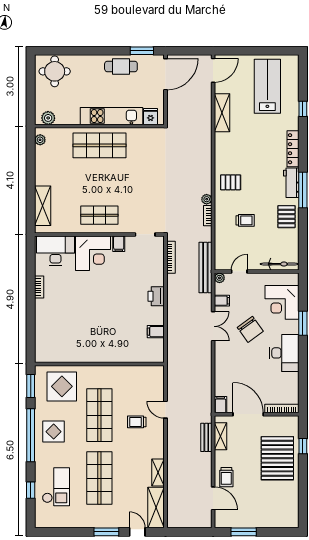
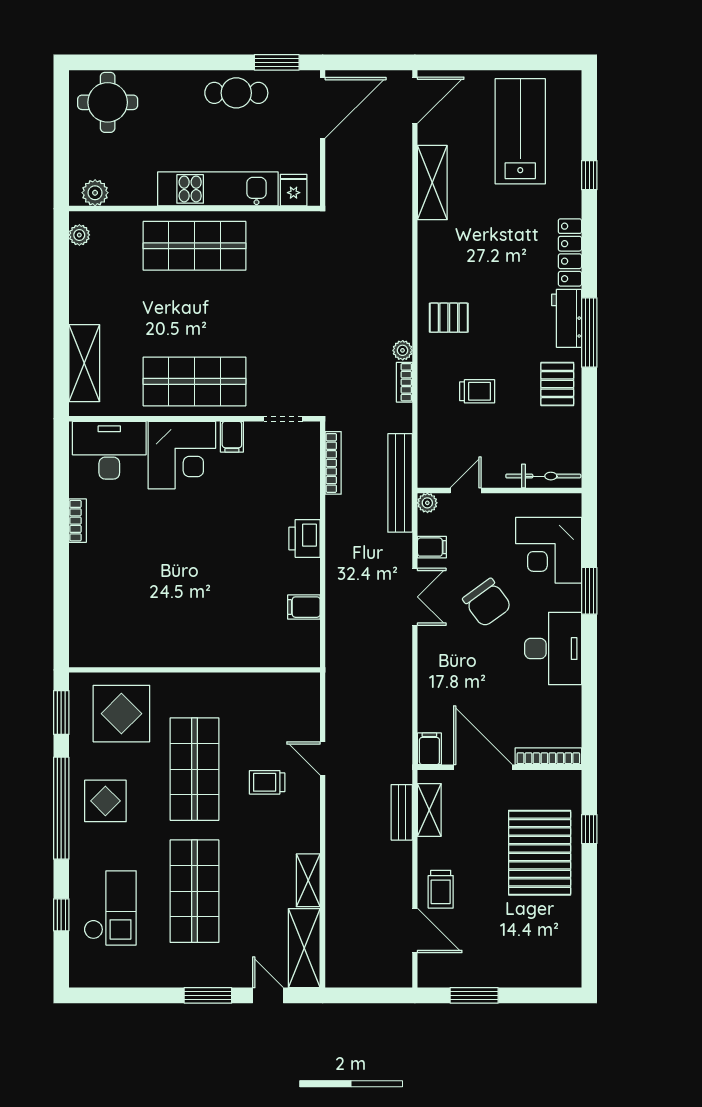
shop shelf: (99, 215) -> (194, 381), width x1.43, depth x1.36

